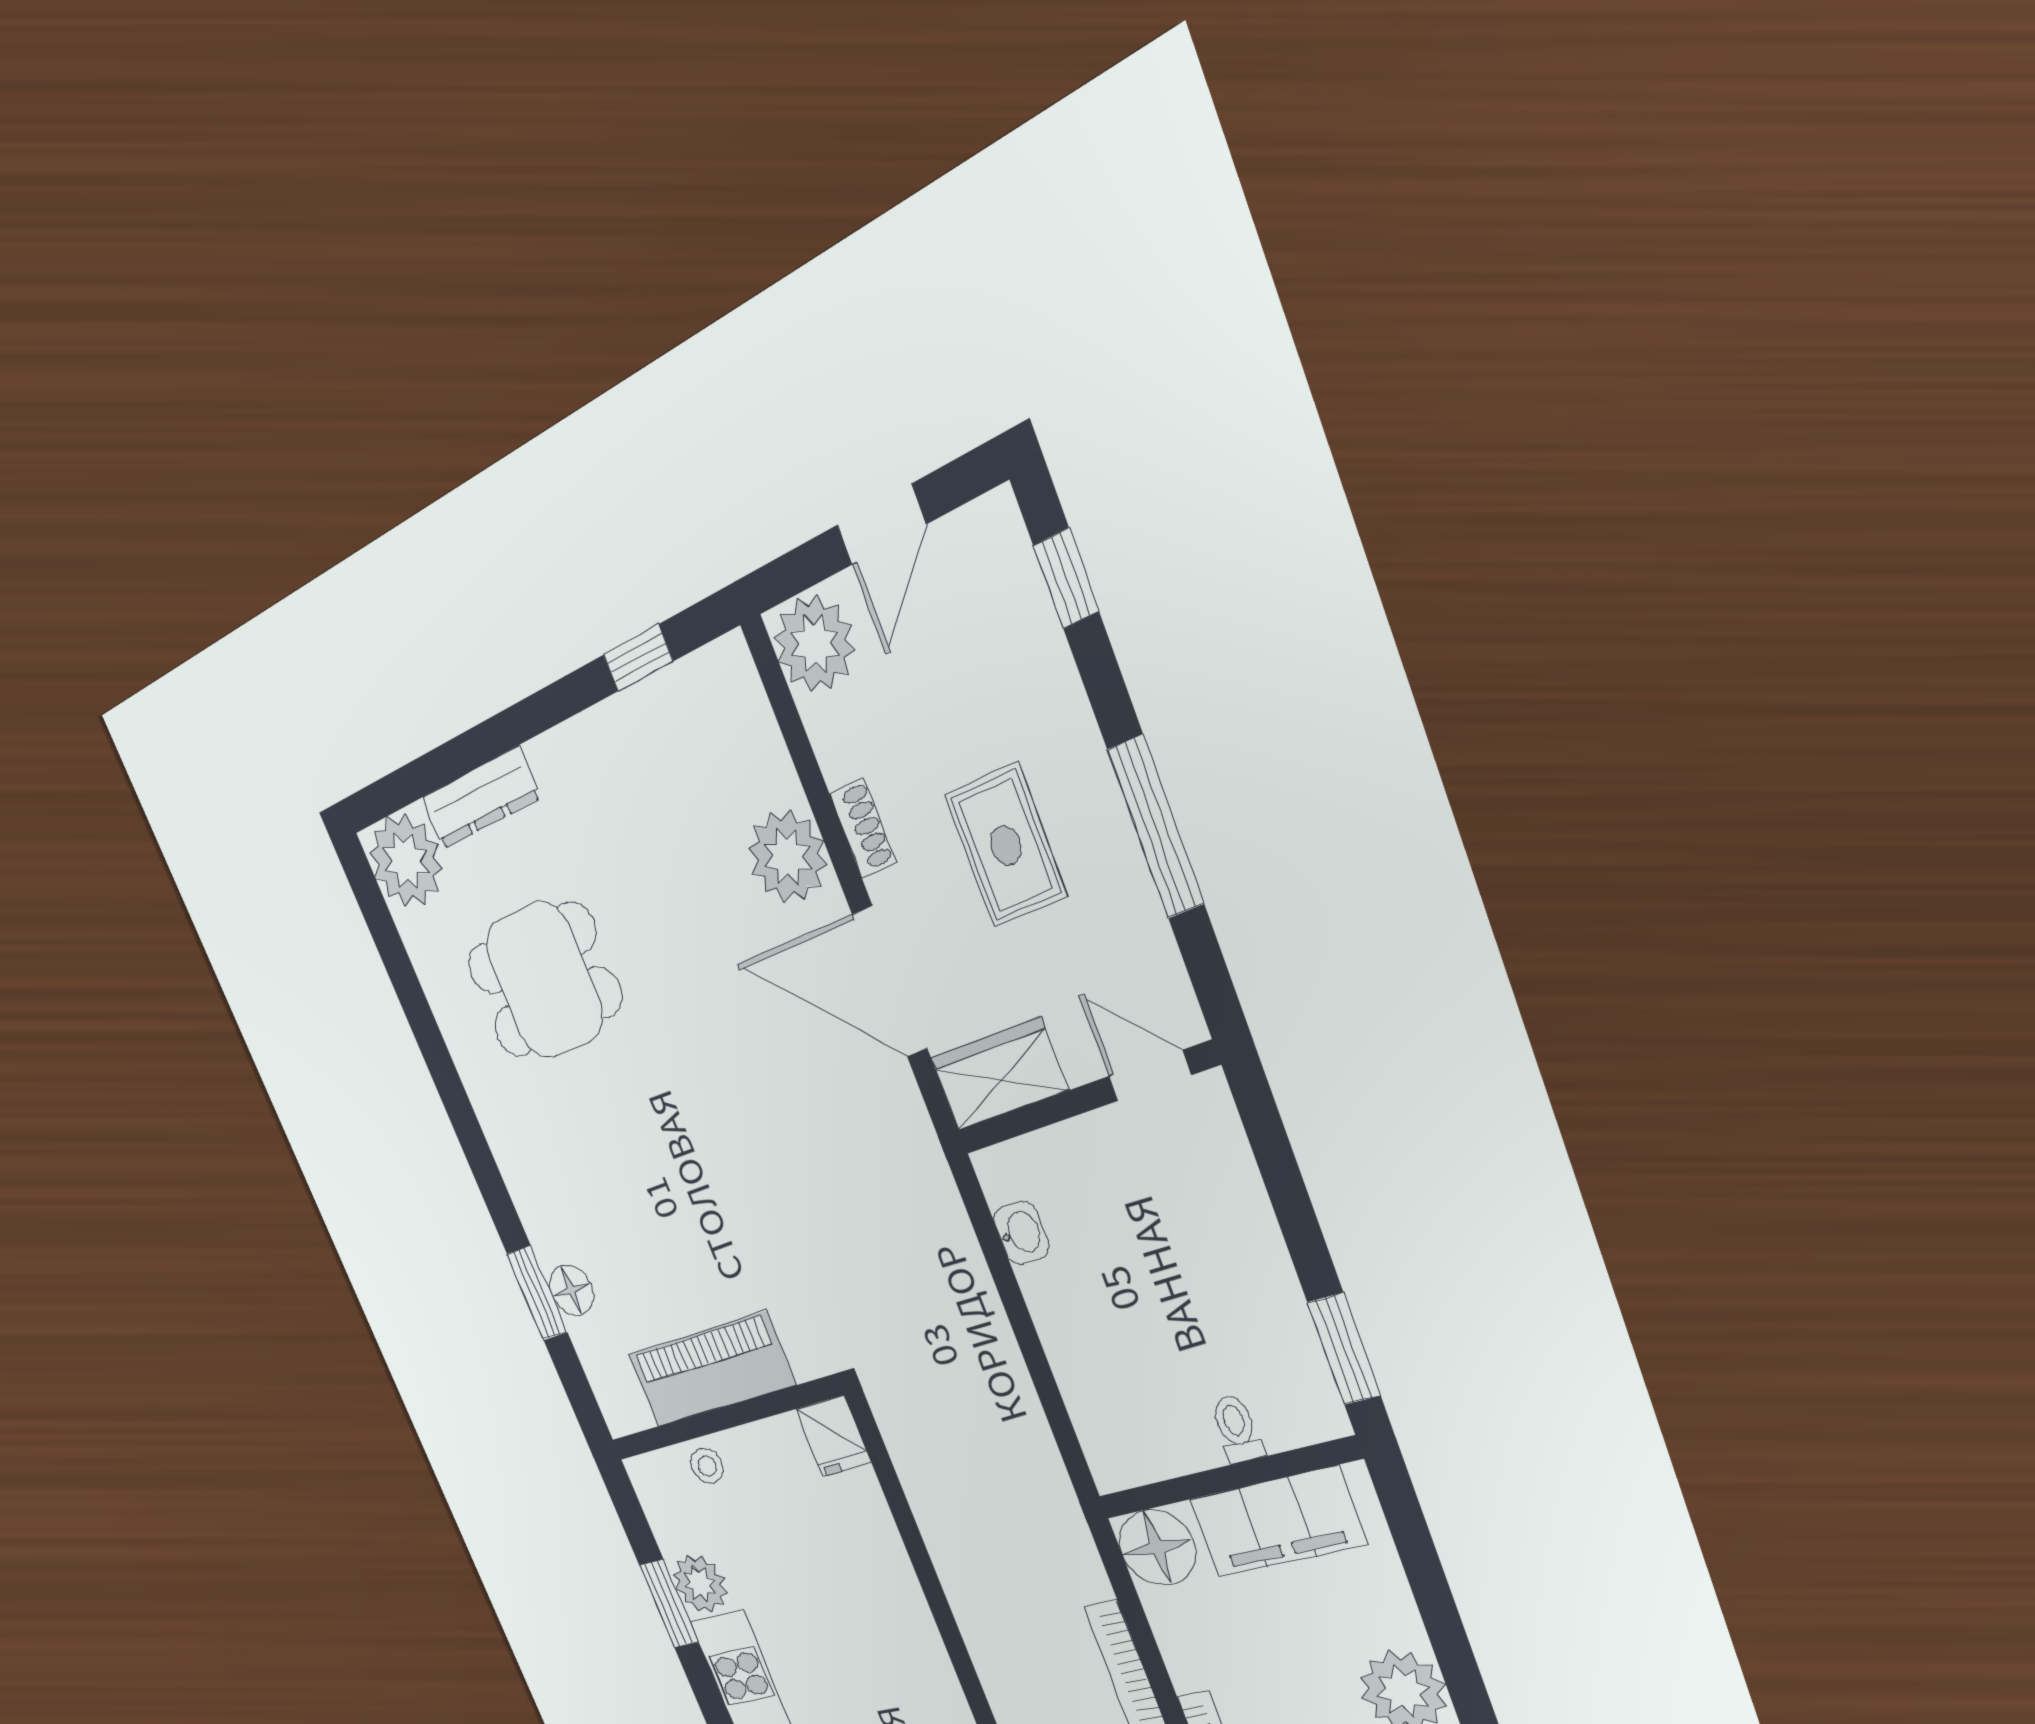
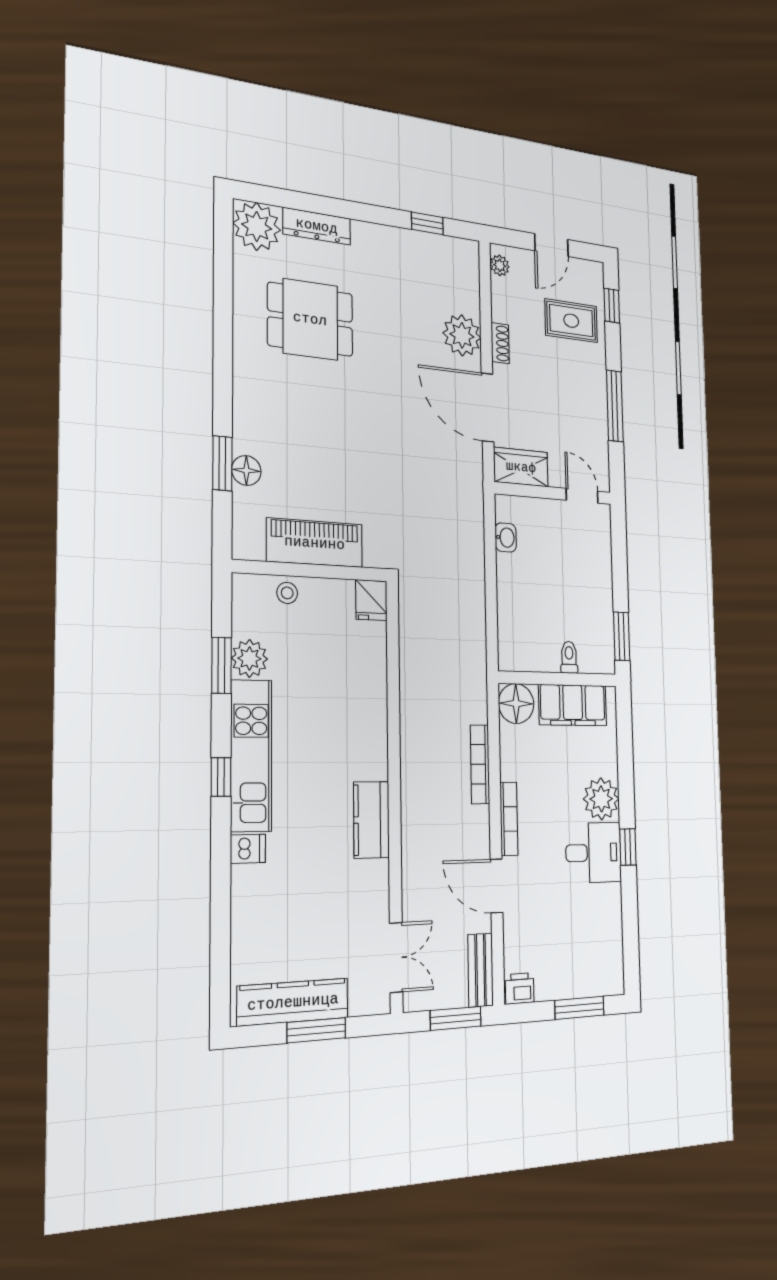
plant: (815, 644) -> (500, 265), width x0.53, depth x0.53
rug: (1006, 845) -> (571, 321), moved, turned 90

